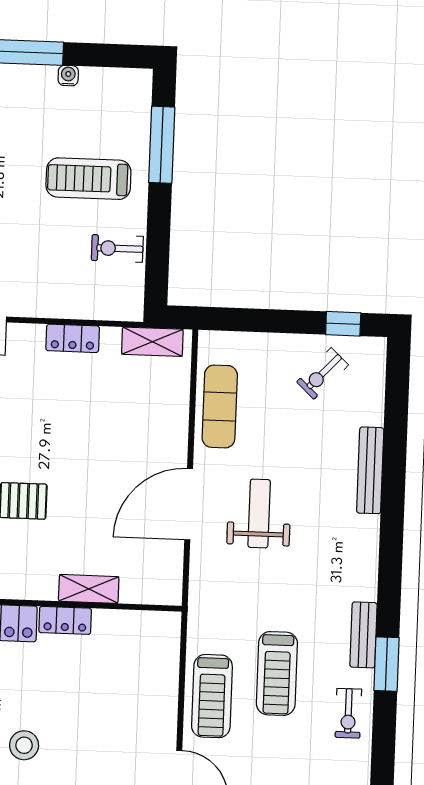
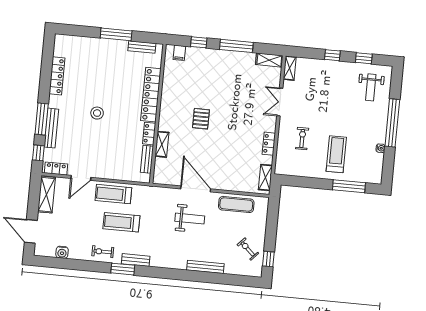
exercise bike: (117, 248) -> (302, 138), moved
bench: (126, 622) -> (147, 159), added

